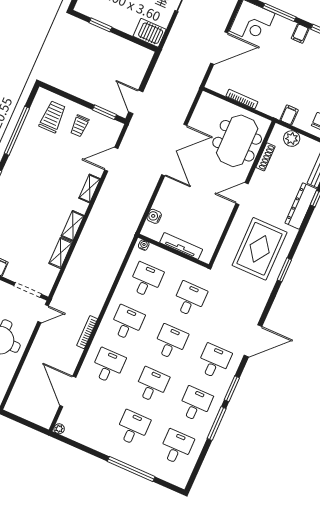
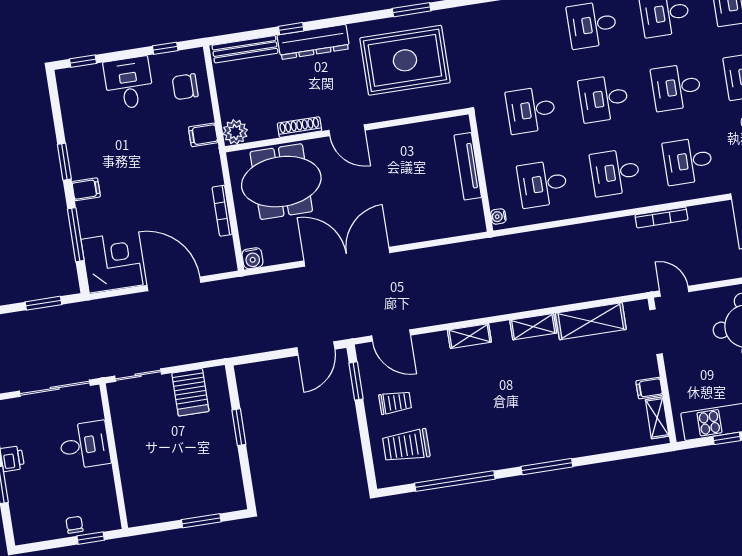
window: (100, 25) -> (239, 427), moved
server rack: (150, 33) -> (190, 392), moved
plant: (292, 139) -> (235, 132), moved
shoe rack: (266, 157) -> (299, 127), moved
door: (111, 159) -> (391, 336), moved
water cooler: (154, 216) -> (252, 258), moved
shelving: (61, 253) -> (591, 321), width x1.50, depth x1.33

